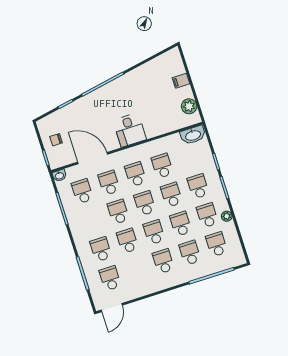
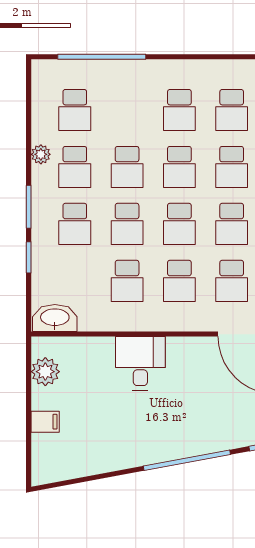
desk: (130, 130) -> (140, 363), moved
school desk: (190, 253) -> (232, 110), moved

